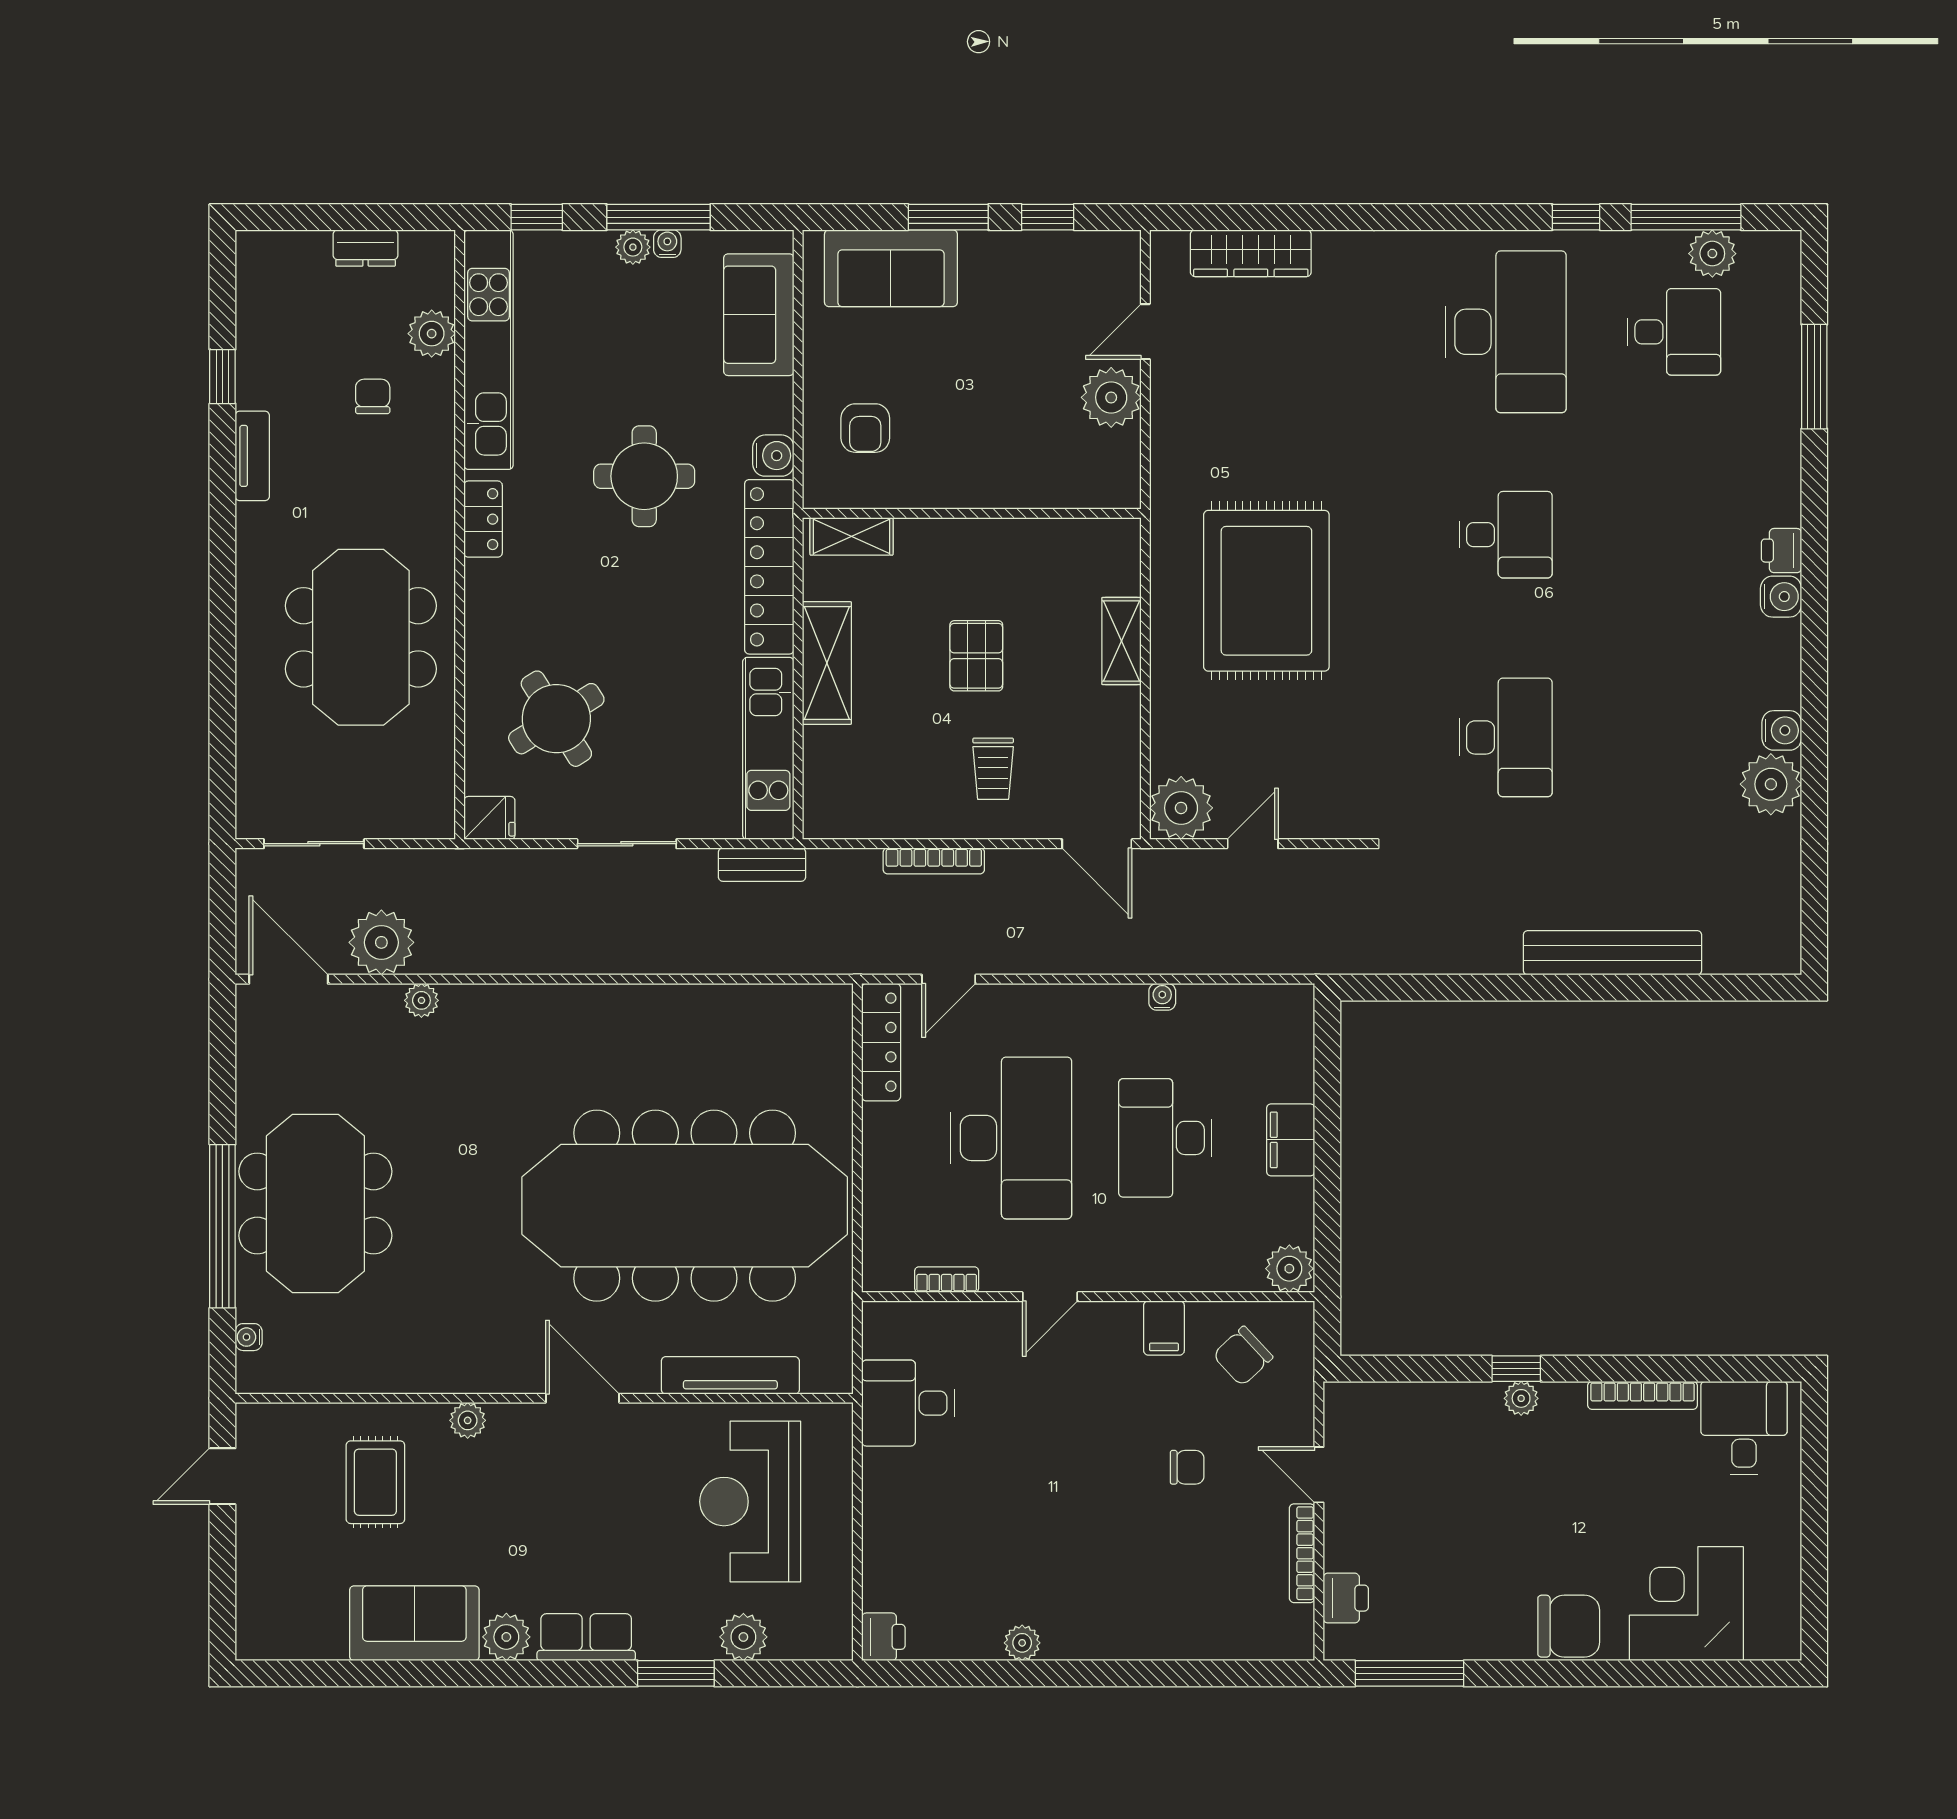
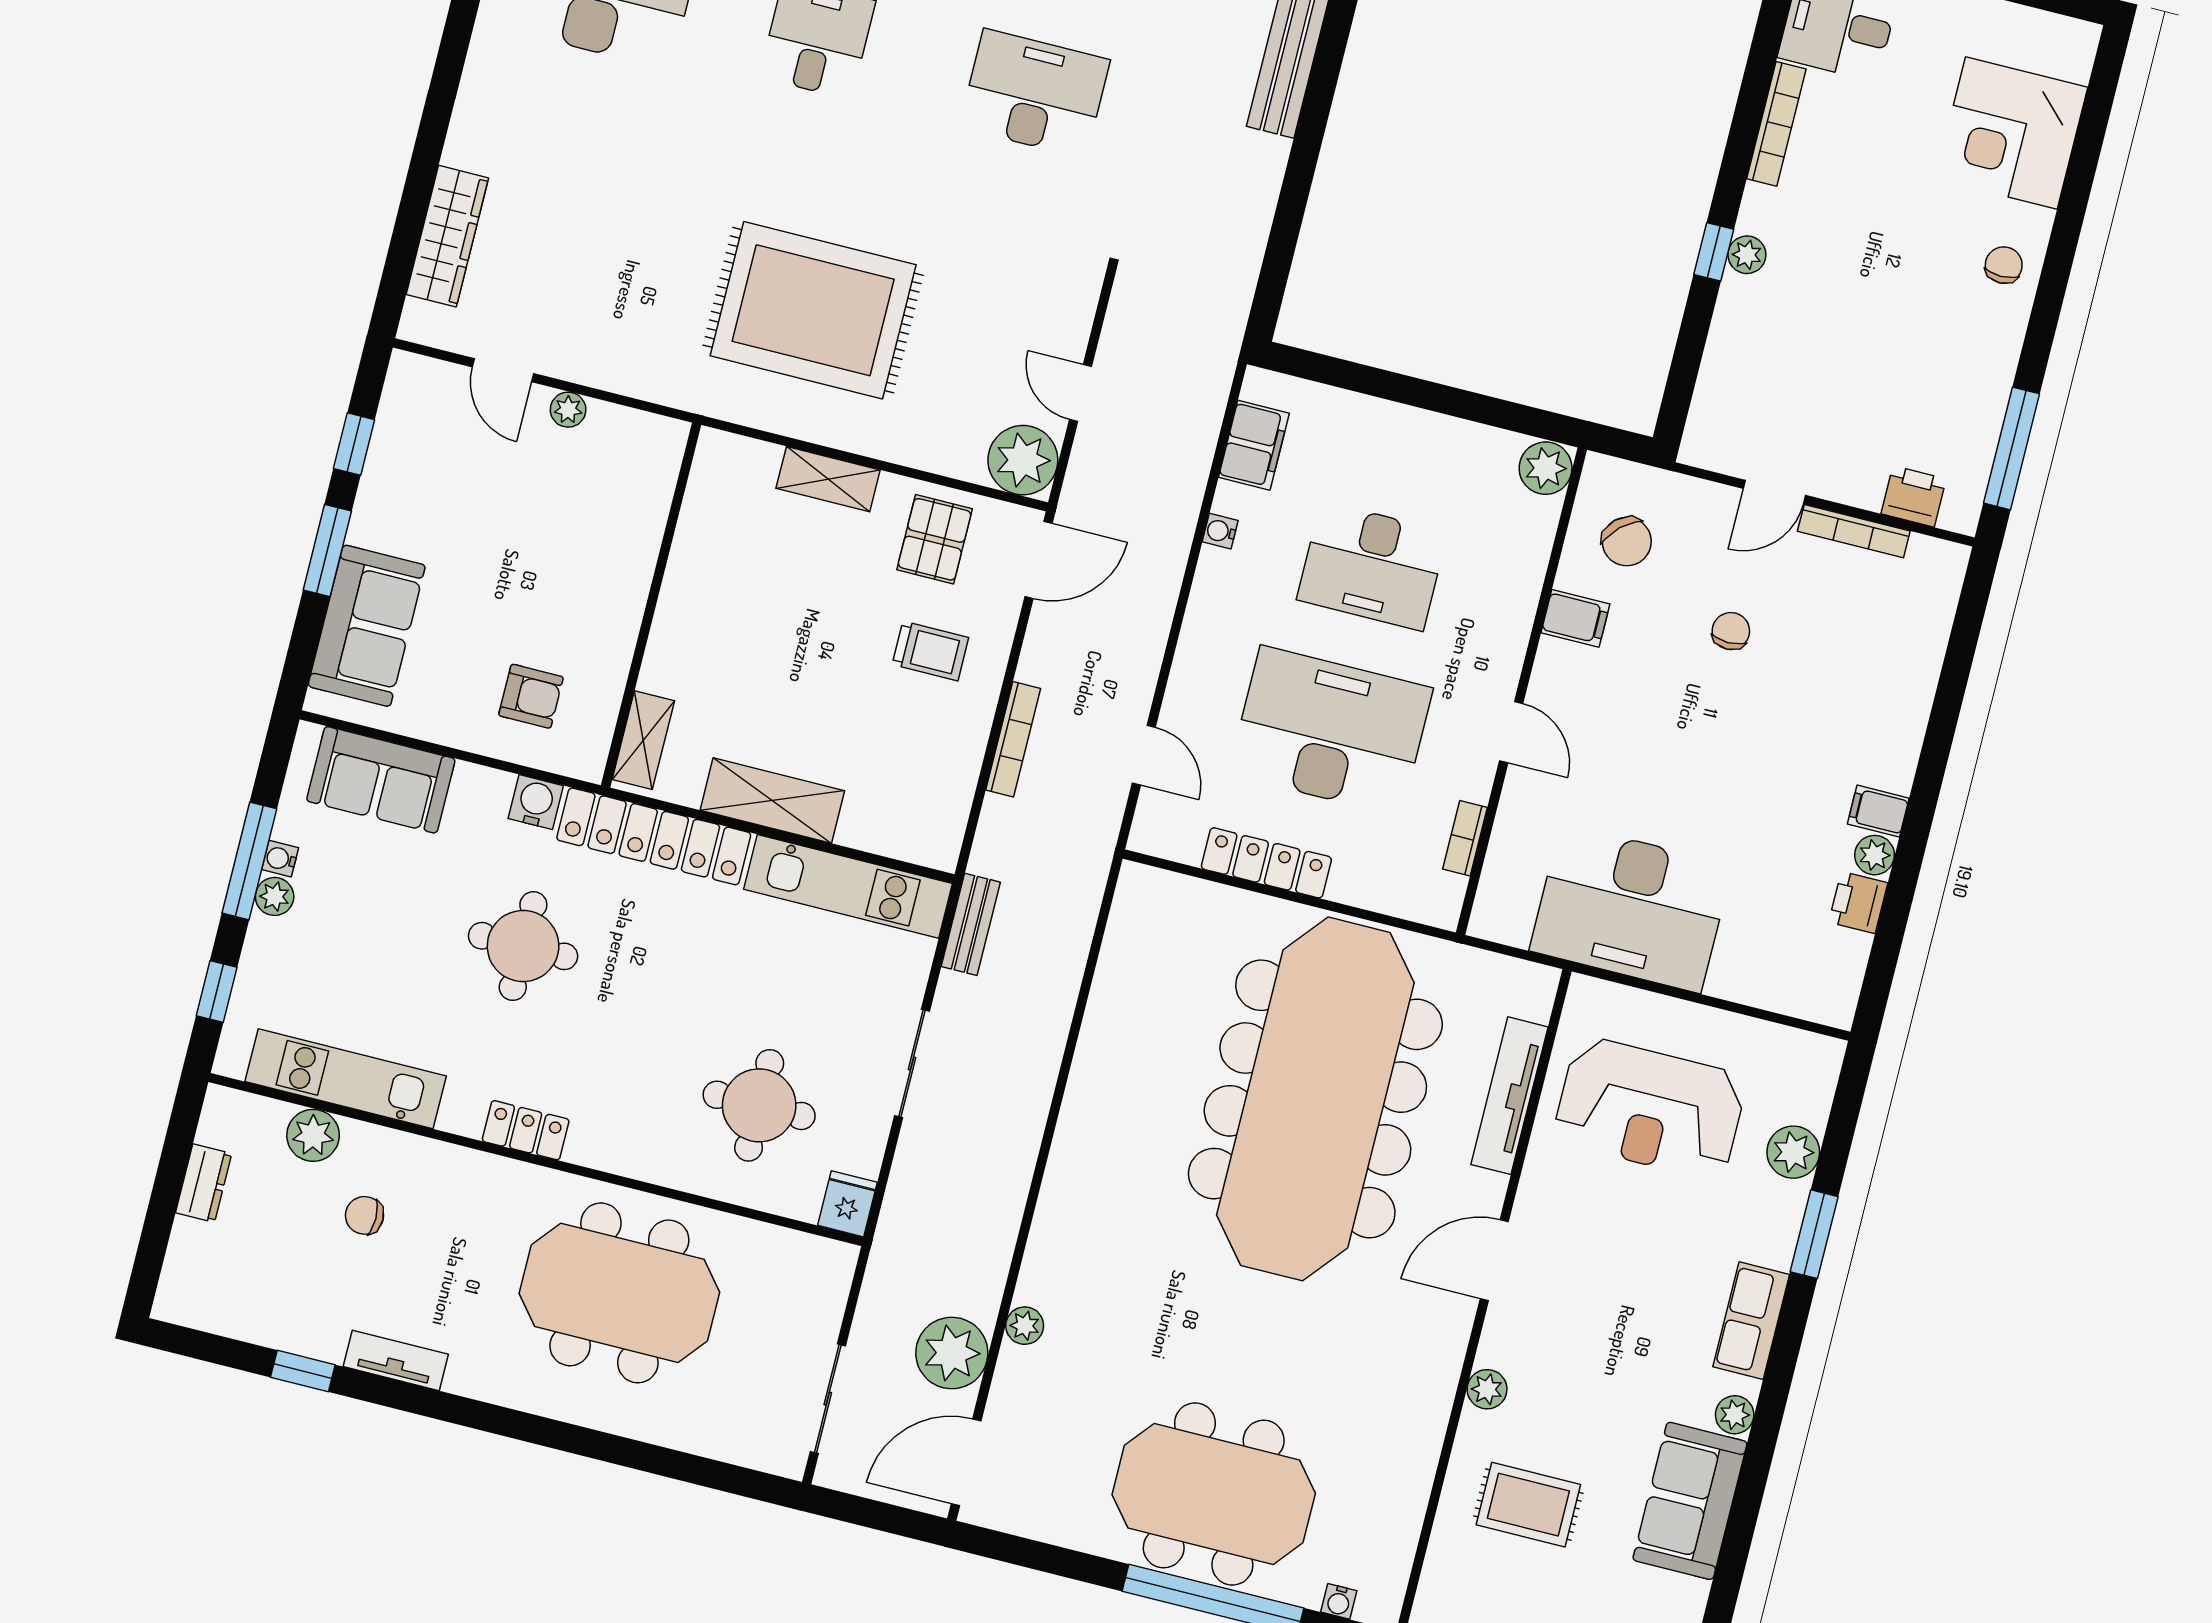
kitchen unit: (488, 350) -> (346, 1079), width x0.73
plant: (1111, 397) -> (568, 410), width x0.53, depth x0.53
pallet: (976, 656) -> (935, 539), moved, turned 90
round table: (556, 719) -> (759, 1105), turned 32
locker: (881, 1042) -> (1266, 863), moved
filing cabinet: (1291, 1140) -> (1254, 445), moved, turned -90
desk: (908, 1403) -> (1631, 908), width x1.87, depth x1.30
chair: (1569, 1626) -> (2004, 265), width x0.54, depth x0.54
filing cabinet: (1062, 1636) -> (1878, 811), added
plant: (506, 1637) -> (1735, 1415), width x0.73, depth x0.73
printer: (883, 1637) -> (1858, 902), moved, turned -90

